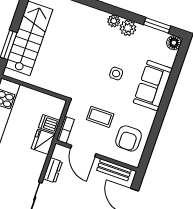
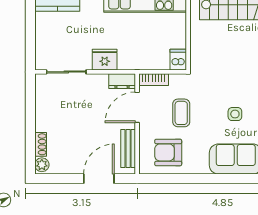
dishwasher: (49, 124) -> (178, 60), moved
fridge: (43, 142) -> (105, 60), moved
dresser: (53, 170) -> (122, 81), moved

